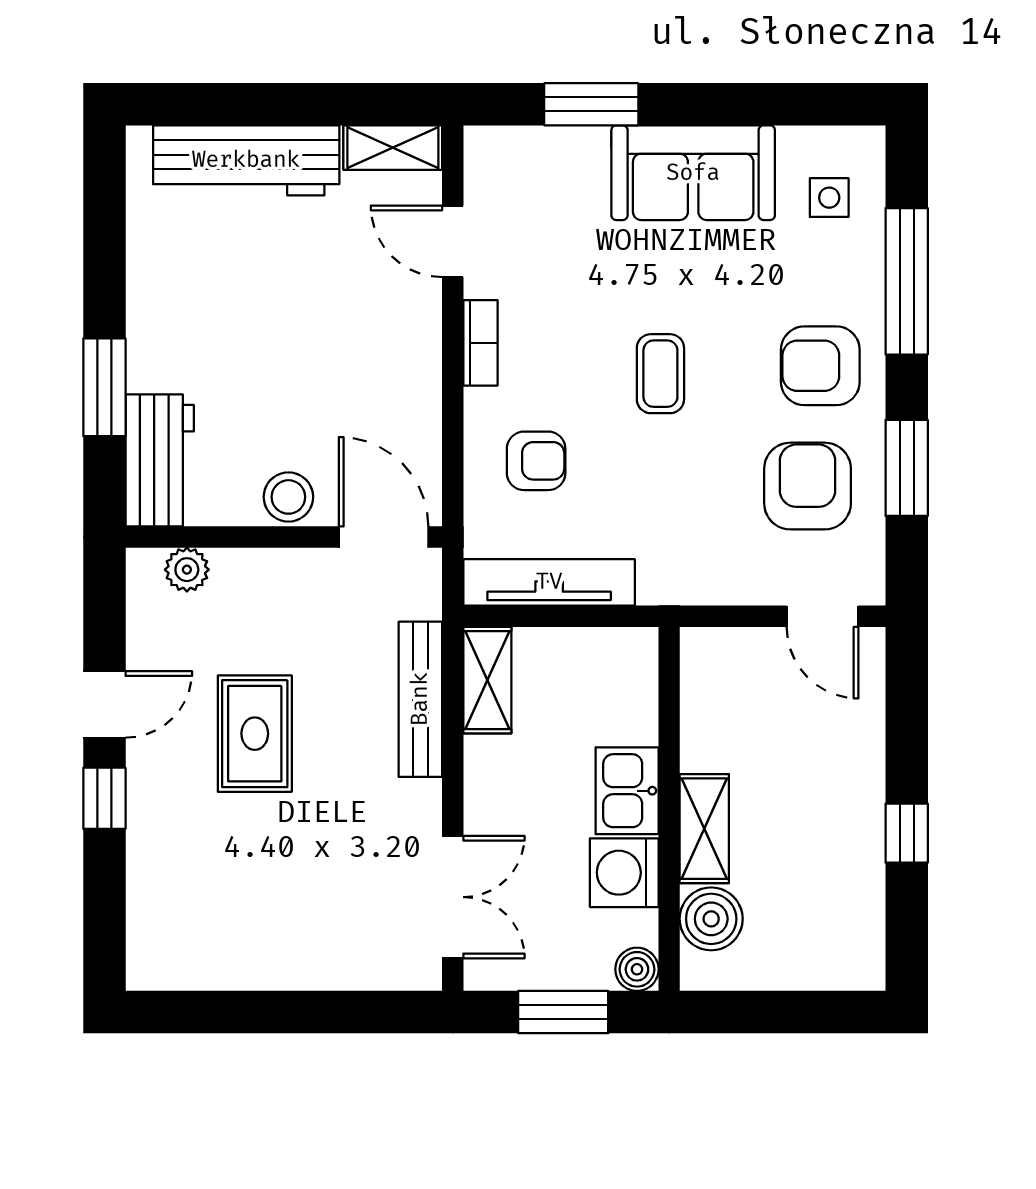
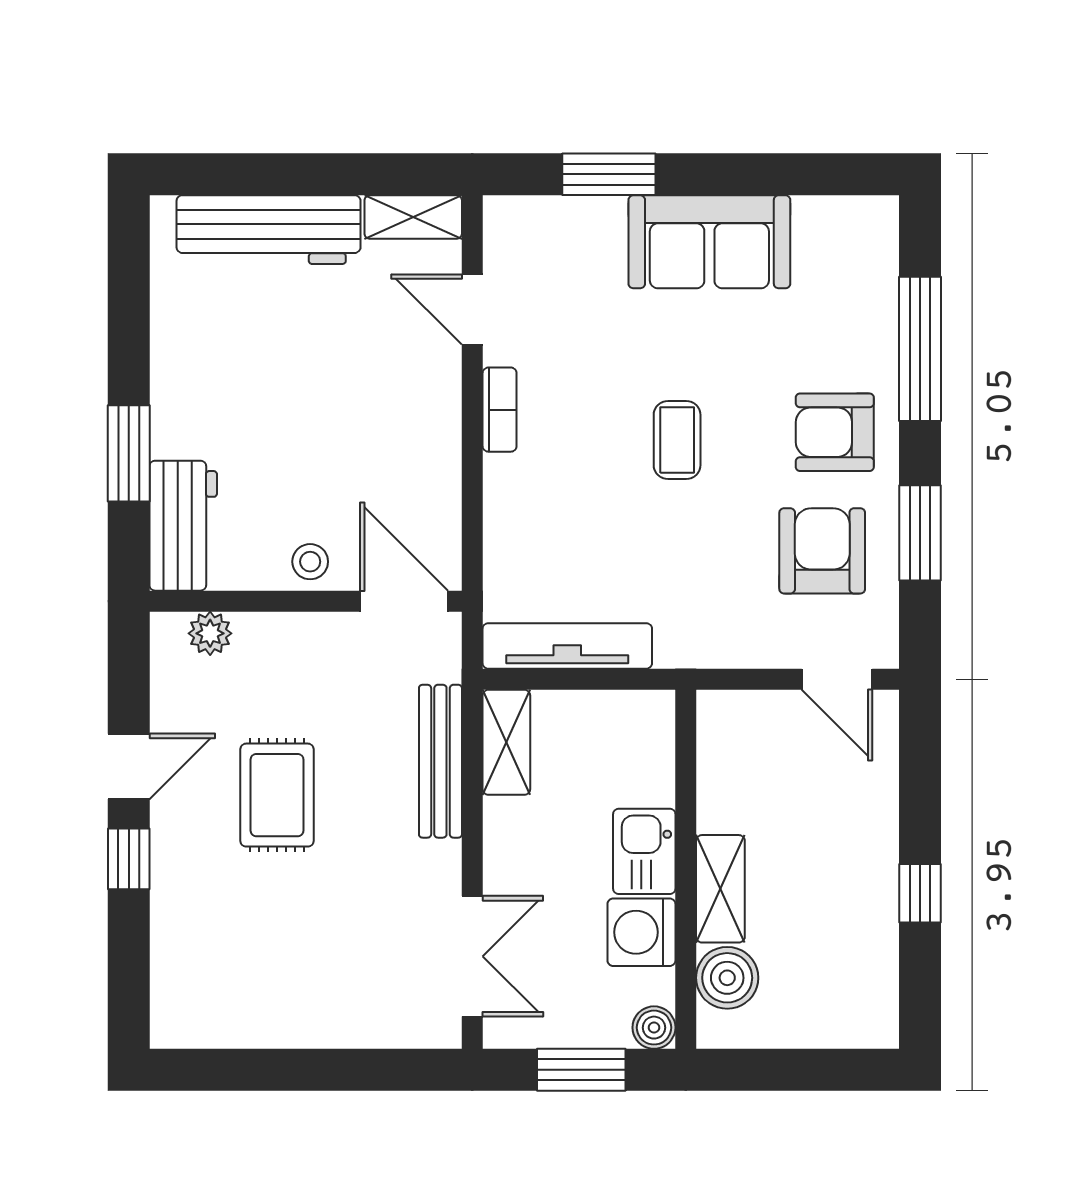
side table: (829, 198) -> (844, 266), removed
armchair: (536, 461) -> (554, 526), removed
stool: (288, 497) -> (310, 562), width x0.73, depth x0.73

